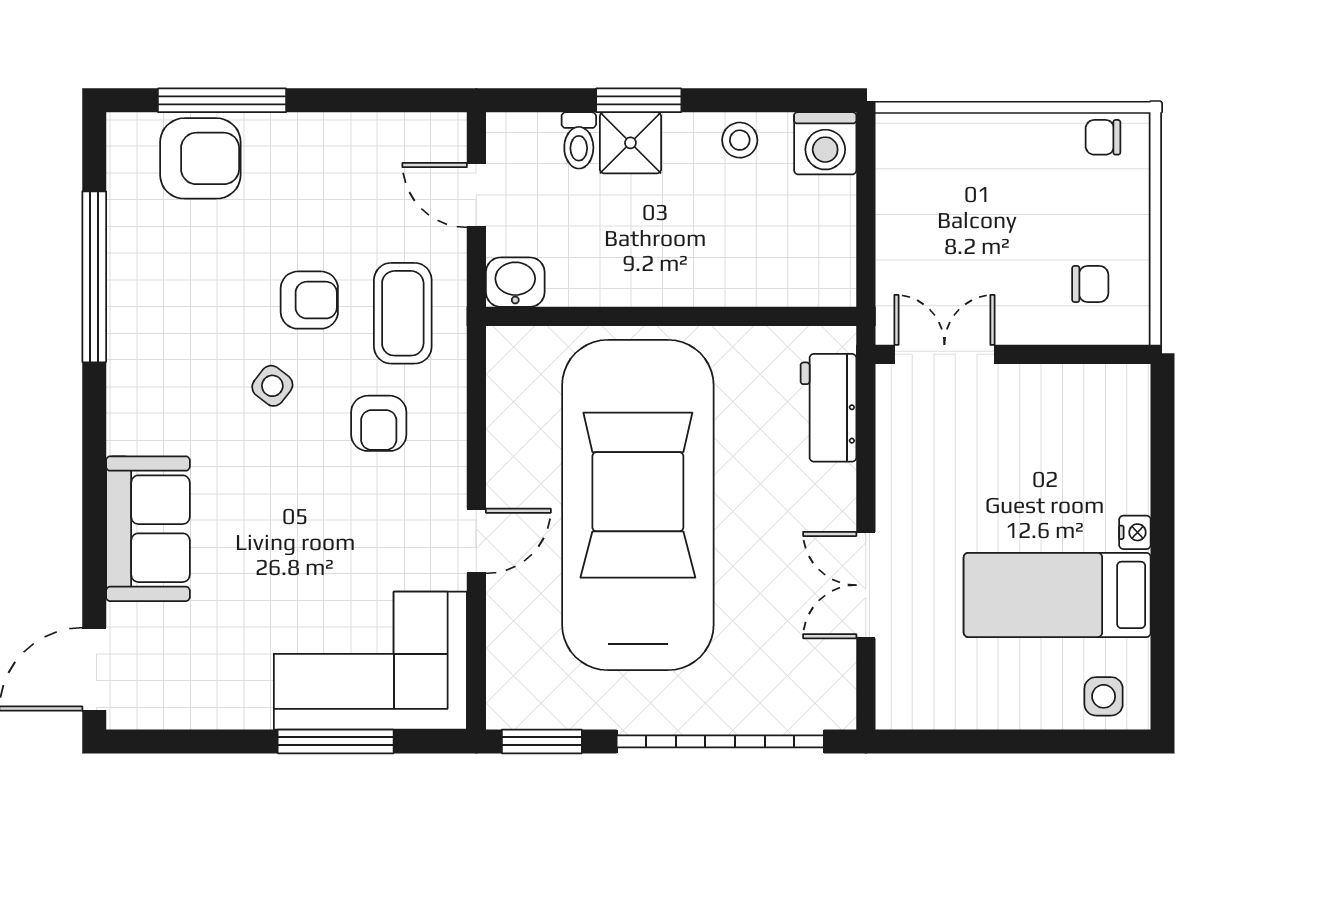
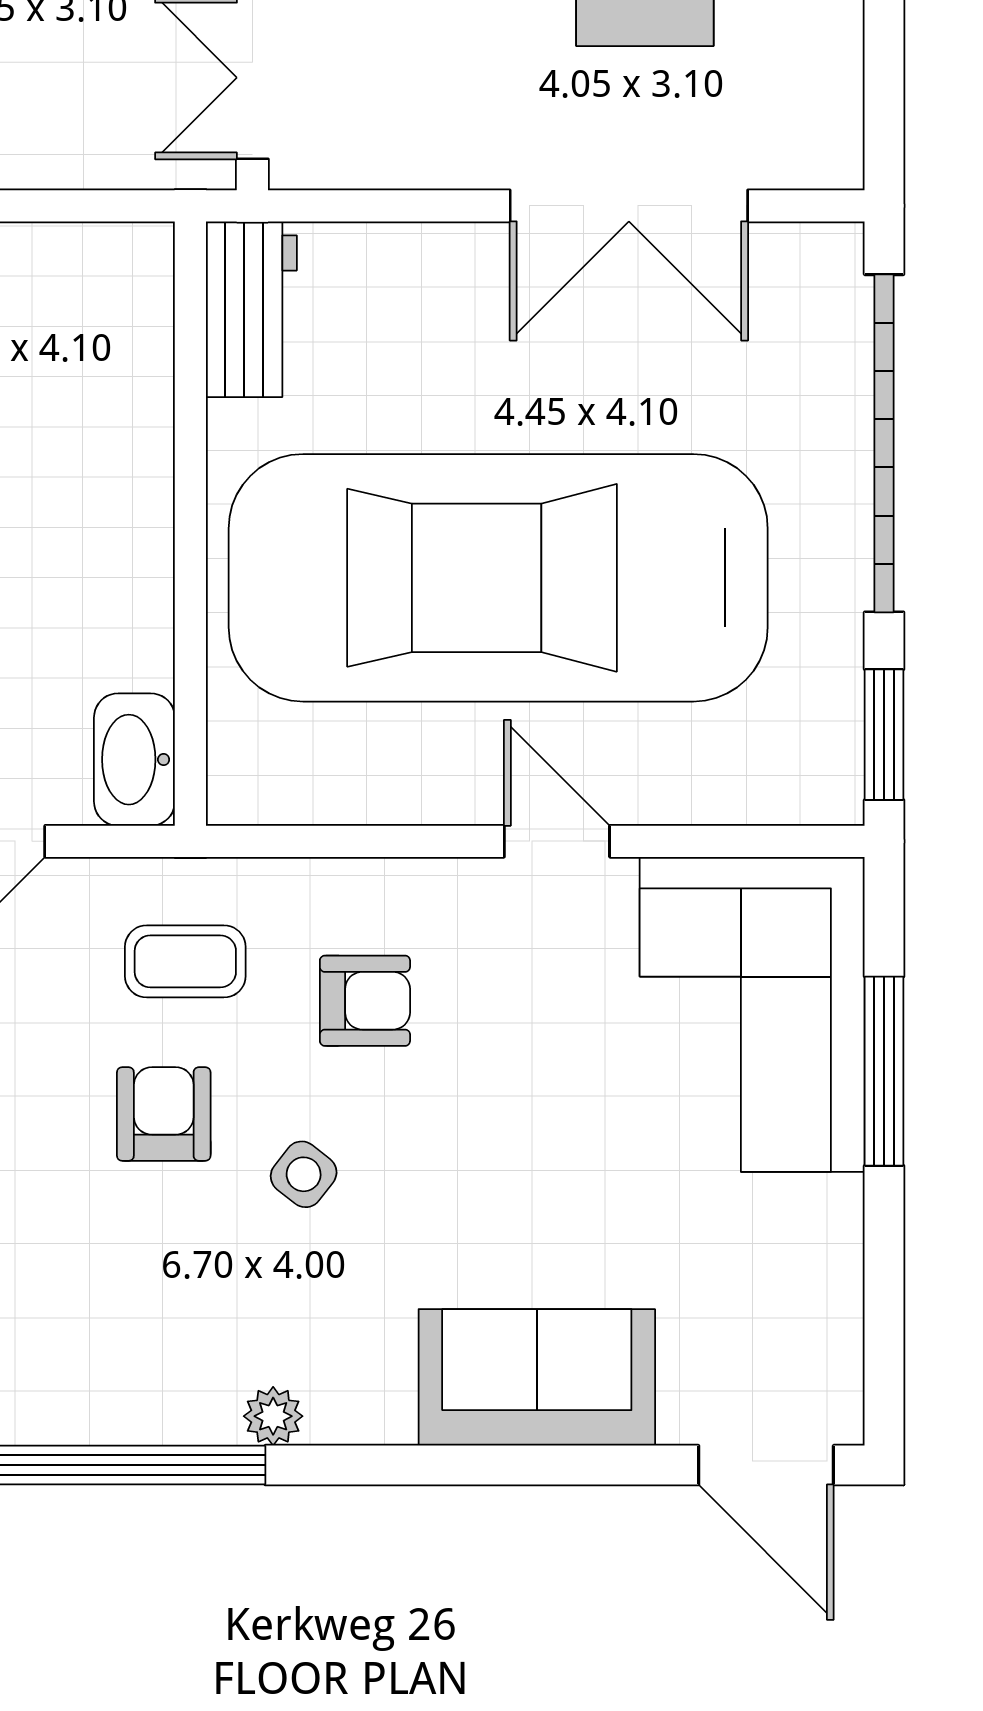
washbasin: (515, 282) -> (134, 760), width x1.38
coffee table: (403, 313) -> (185, 961), width x0.73, depth x0.77
plant: (124, 367) -> (273, 1416), added
workbench: (828, 408) -> (251, 309), moved, turned -90
double door: (866, 585) -> (629, 206), width x1.37

